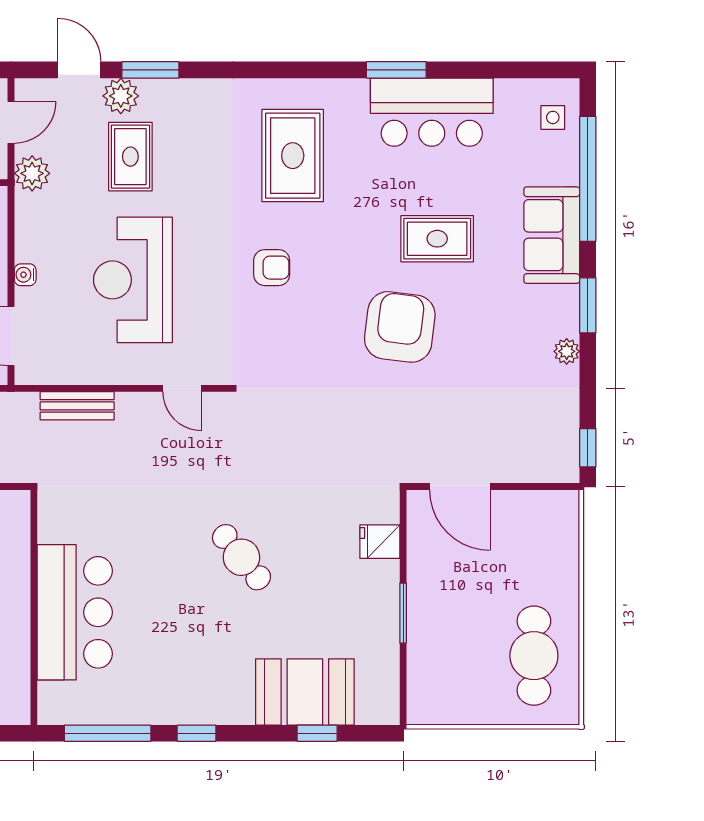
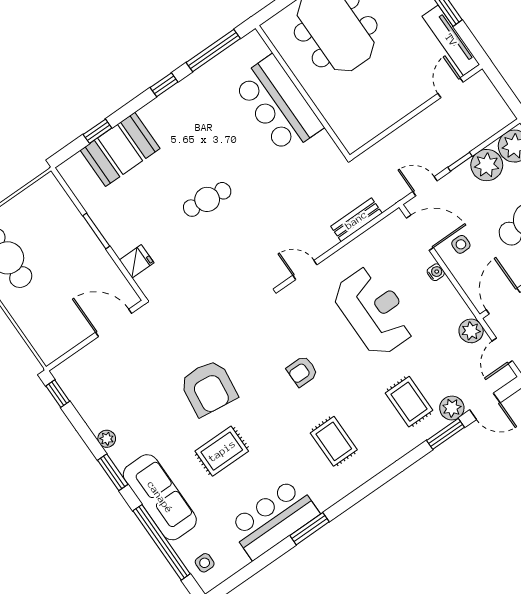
rug: (293, 156) -> (334, 441), width x0.73, depth x0.70
rug: (130, 157) -> (409, 402), moved
sofa: (552, 235) -> (160, 497), width x1.36
cafe table: (241, 557) -> (207, 199), turned -45

